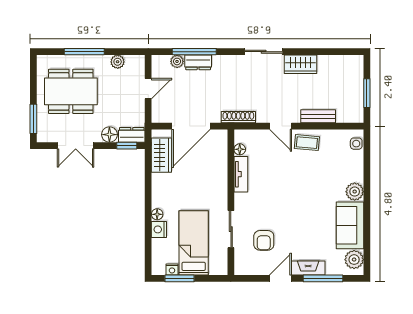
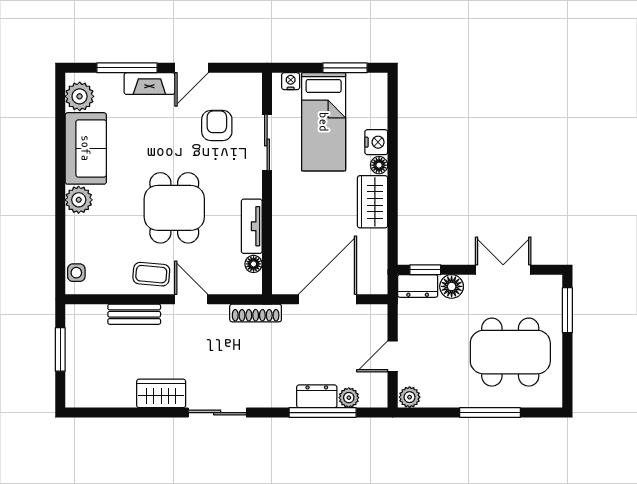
plant: (118, 62) -> (410, 397), moved
wardrobe: (161, 155) -> (373, 202), moved
dining table: (292, 186) -> (174, 208), added
nightstand: (172, 270) -> (291, 81), moved

